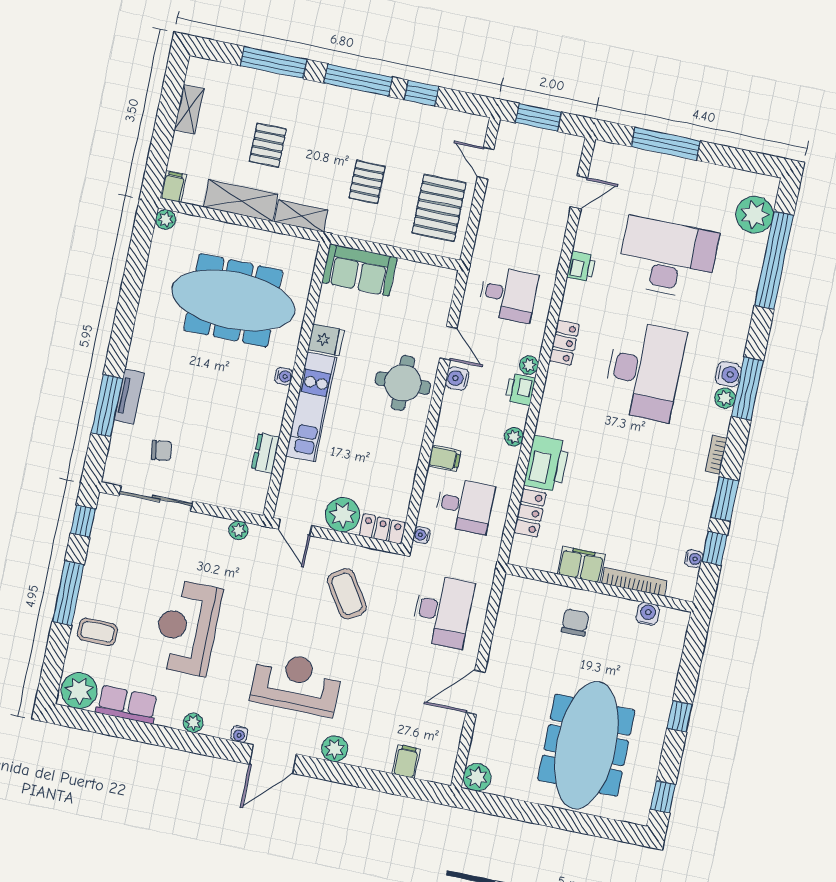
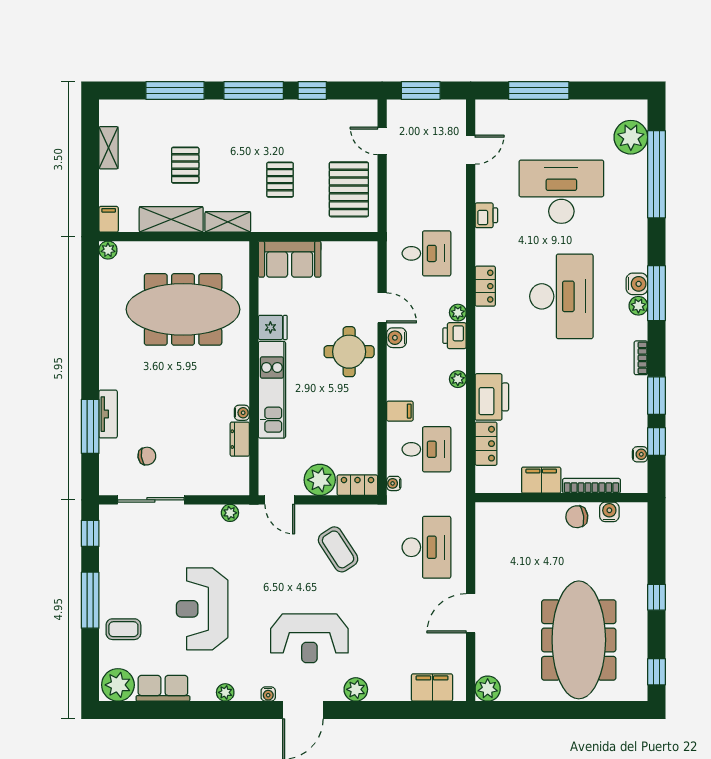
water cooler: (284, 376) -> (242, 413), moved
chair: (575, 622) -> (577, 517), moved, turned -98
reception desk: (296, 683) -> (309, 638), turned 180
filing cabinet: (406, 761) -> (432, 688), width x2.00

